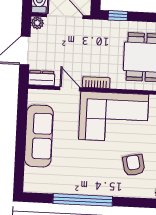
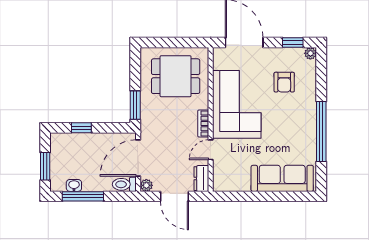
window: (118, 16) -> (135, 105), width x1.50
sofa: (39, 136) -> (282, 178), moved
armchair: (134, 165) -> (284, 82), turned -78

